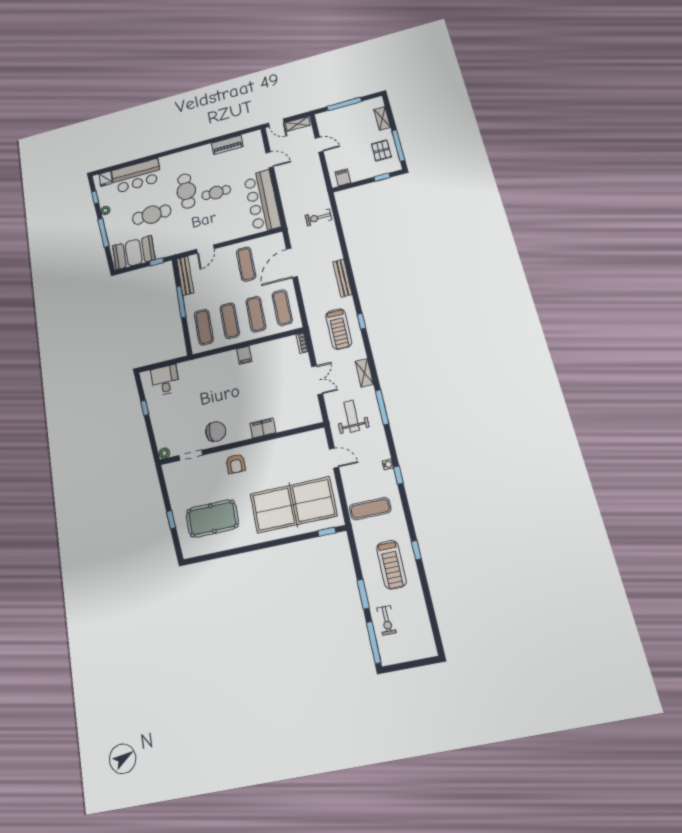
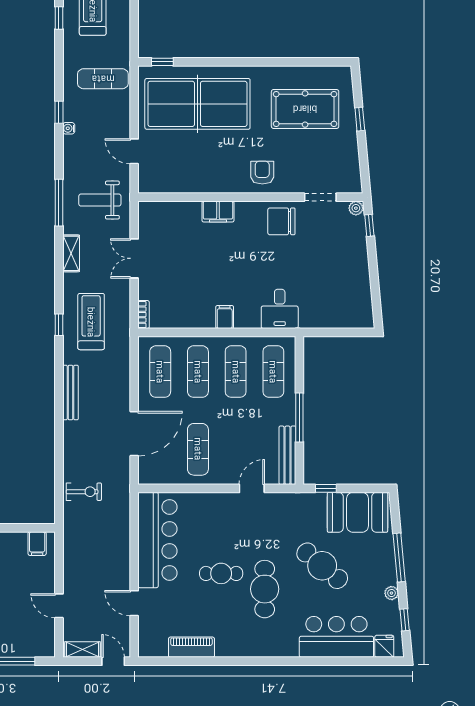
cafe table: (152, 215) -> (322, 566), turned 40
desk: (165, 380) -> (280, 309), moved
window: (145, 408) -> (369, 225), moved
weight bench: (352, 416) -> (100, 200), turned 90

